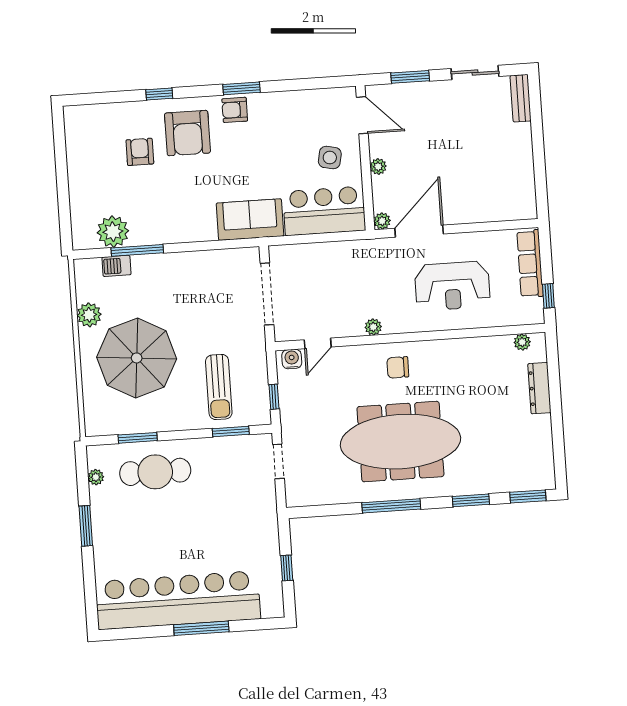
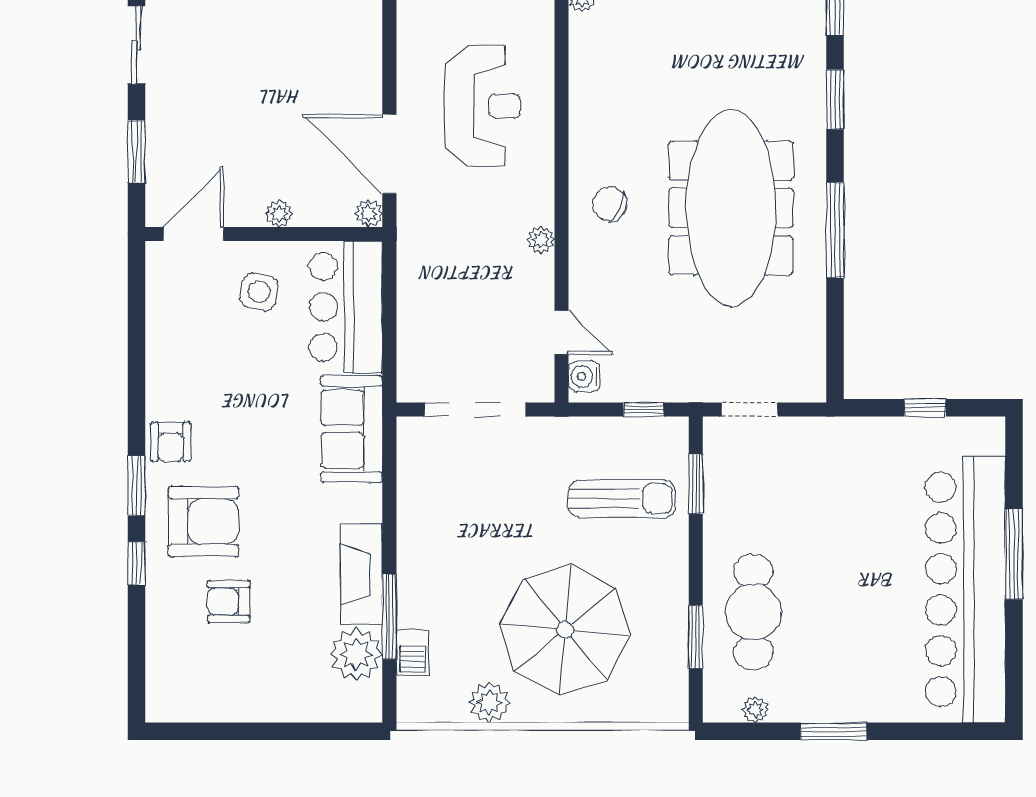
window: (241, 88) -> (136, 486), moved
fireplace: (162, 232) -> (362, 574), added
chair: (398, 367) -> (610, 204), turned 115

